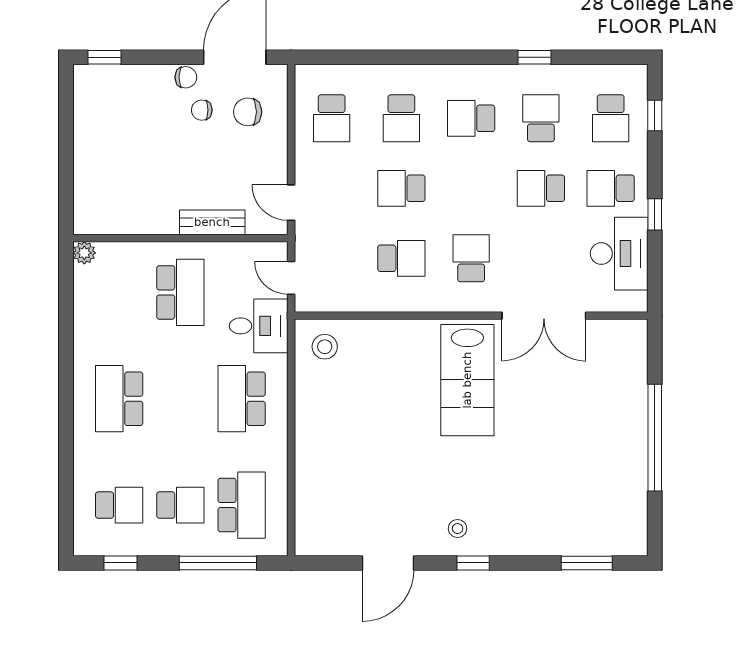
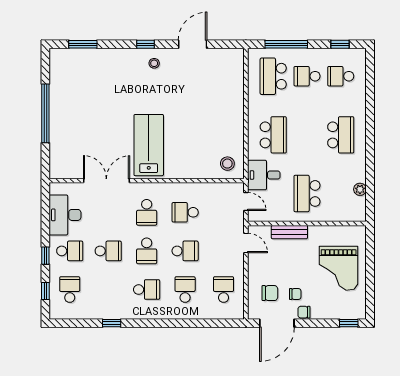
school desk: (541, 118) -> (147, 251), moved
grand piano: (123, 157) -> (339, 268), added
window: (655, 214) -> (45, 256), moved
plant: (84, 253) -> (360, 189), moved

